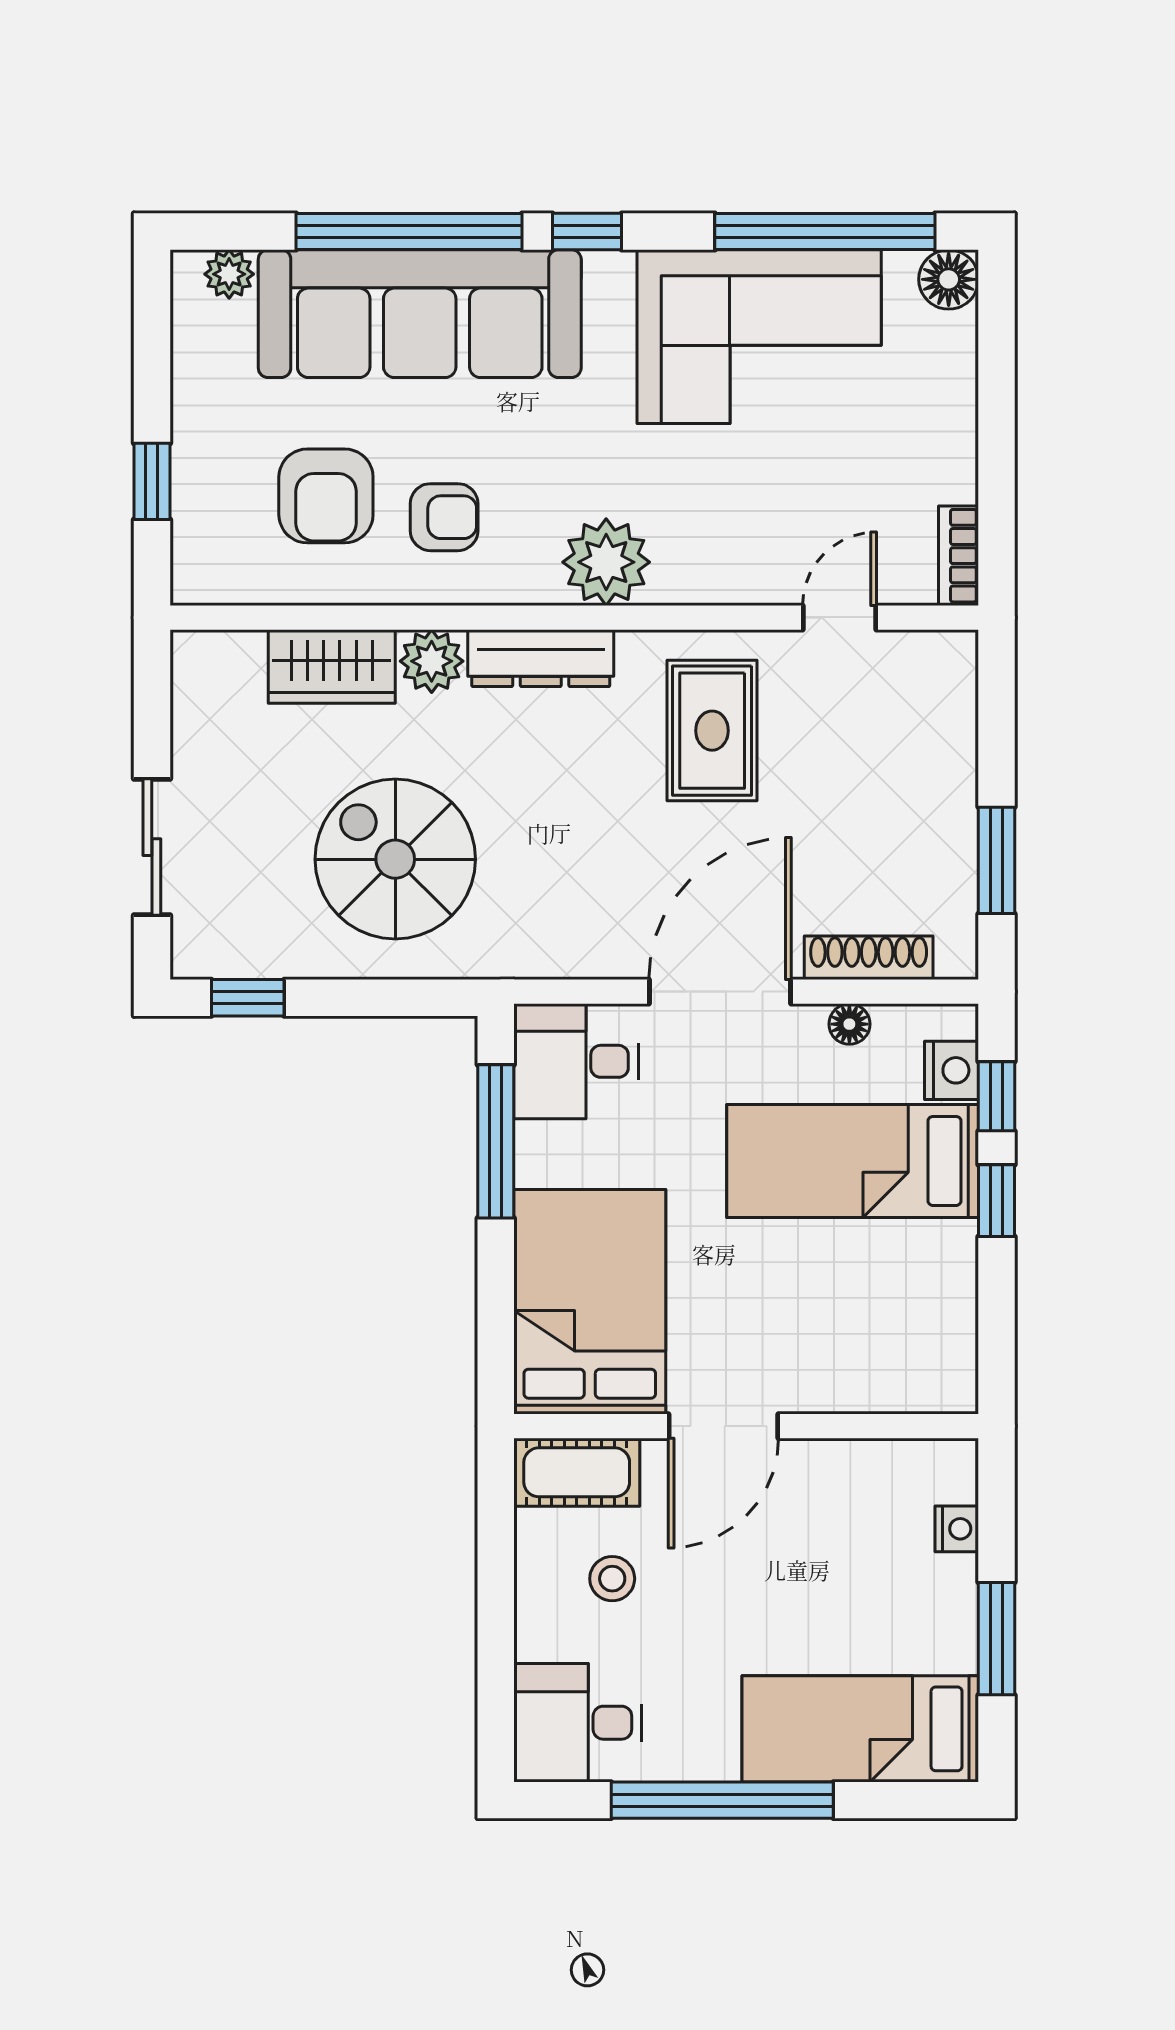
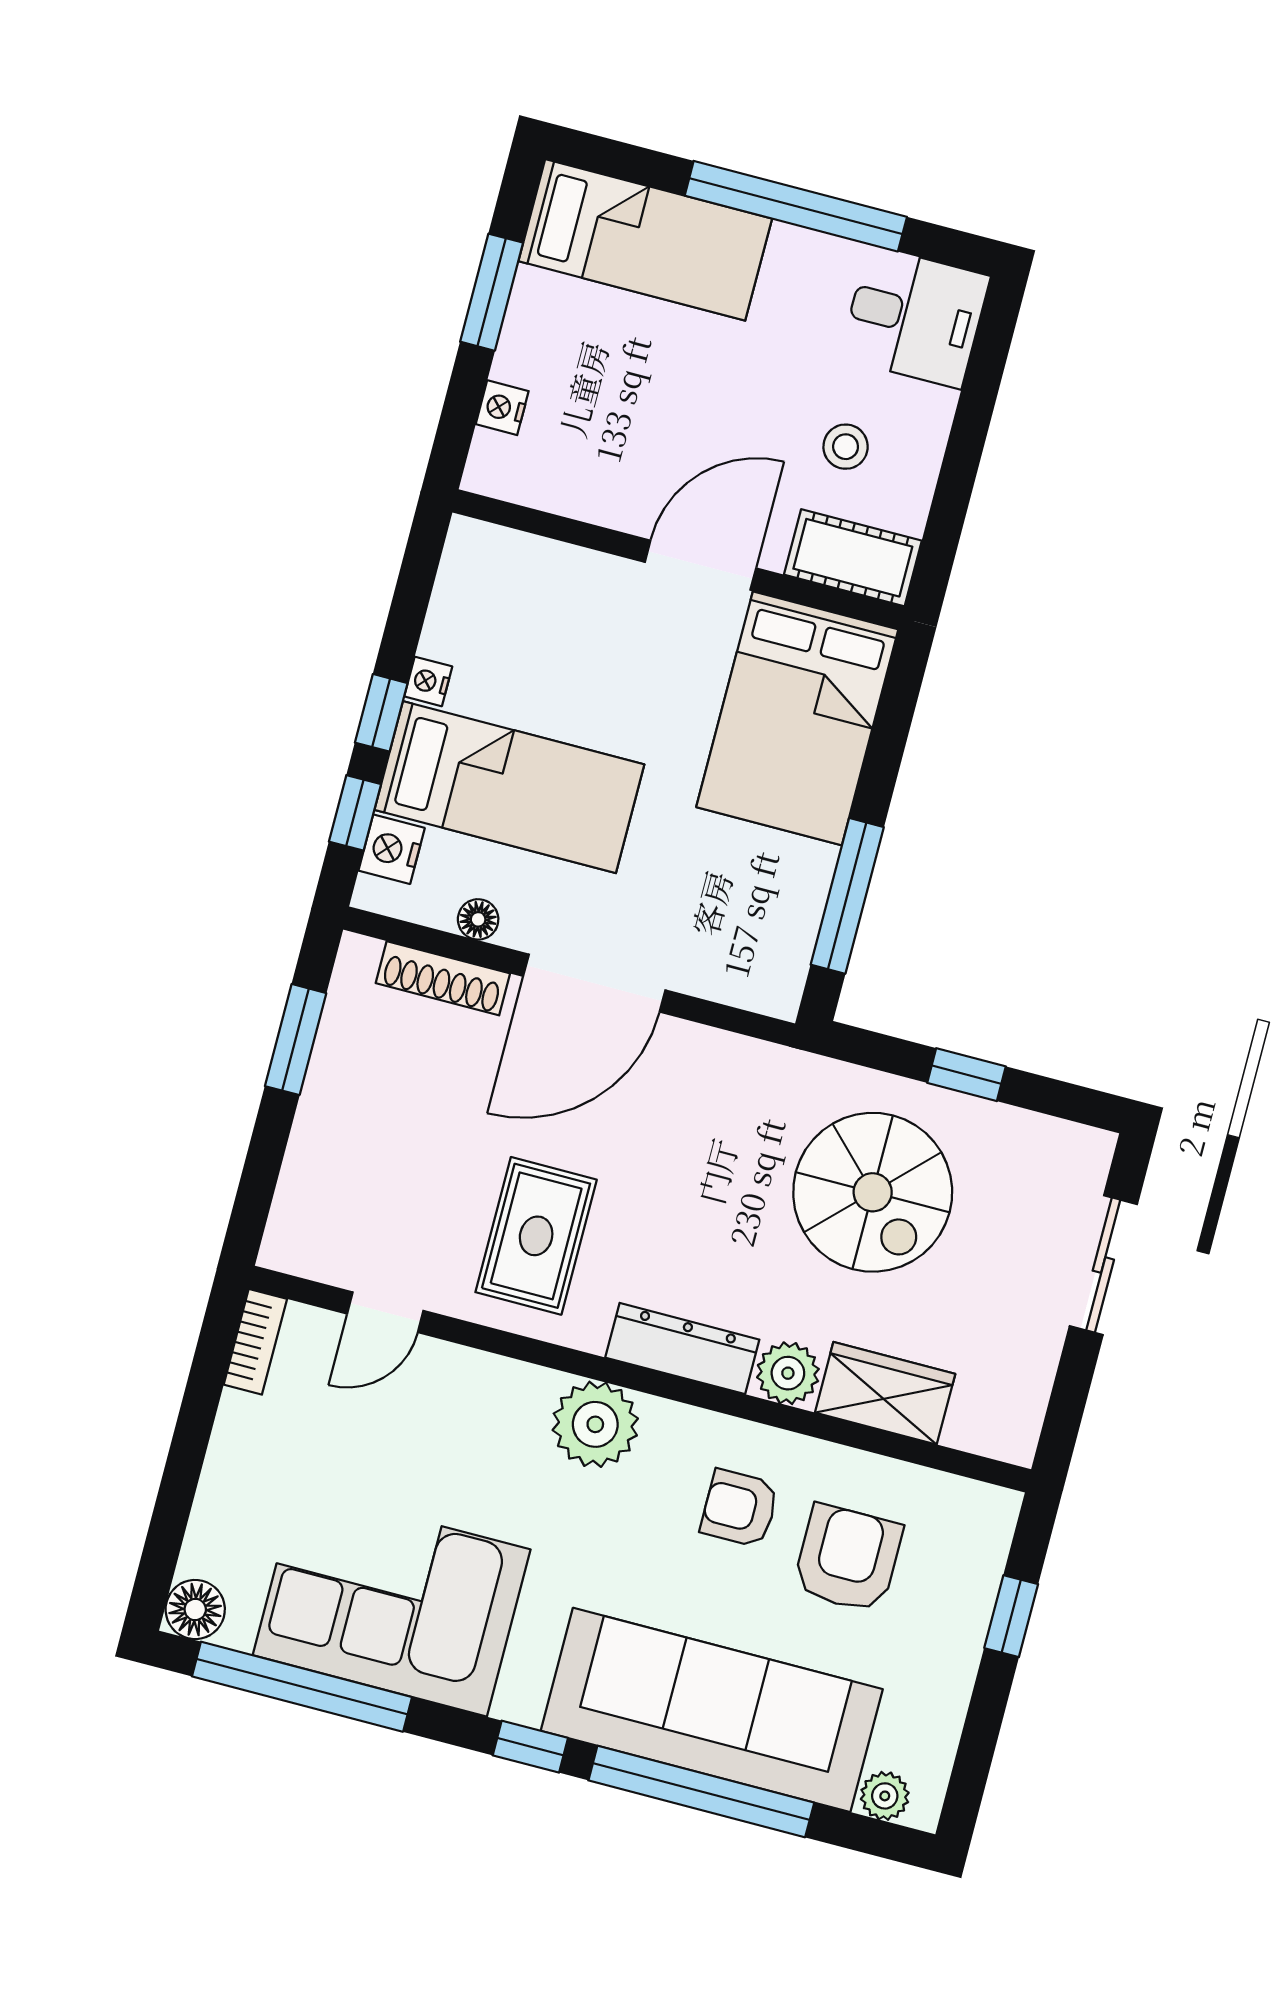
window: (248, 998) -> (967, 1075), moved
desk: (576, 1061) -> (750, 953), removed
nightstand: (959, 1243) -> (428, 681), added

